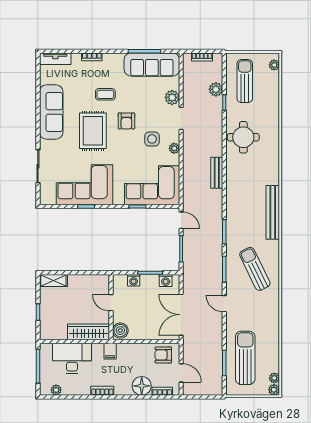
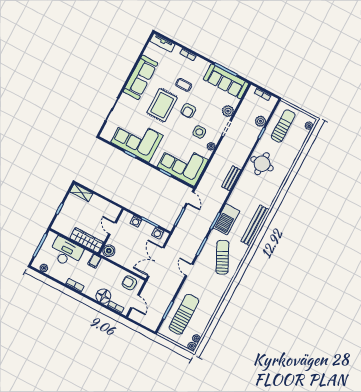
barbecue: (236, 223) -> (226, 219), added

